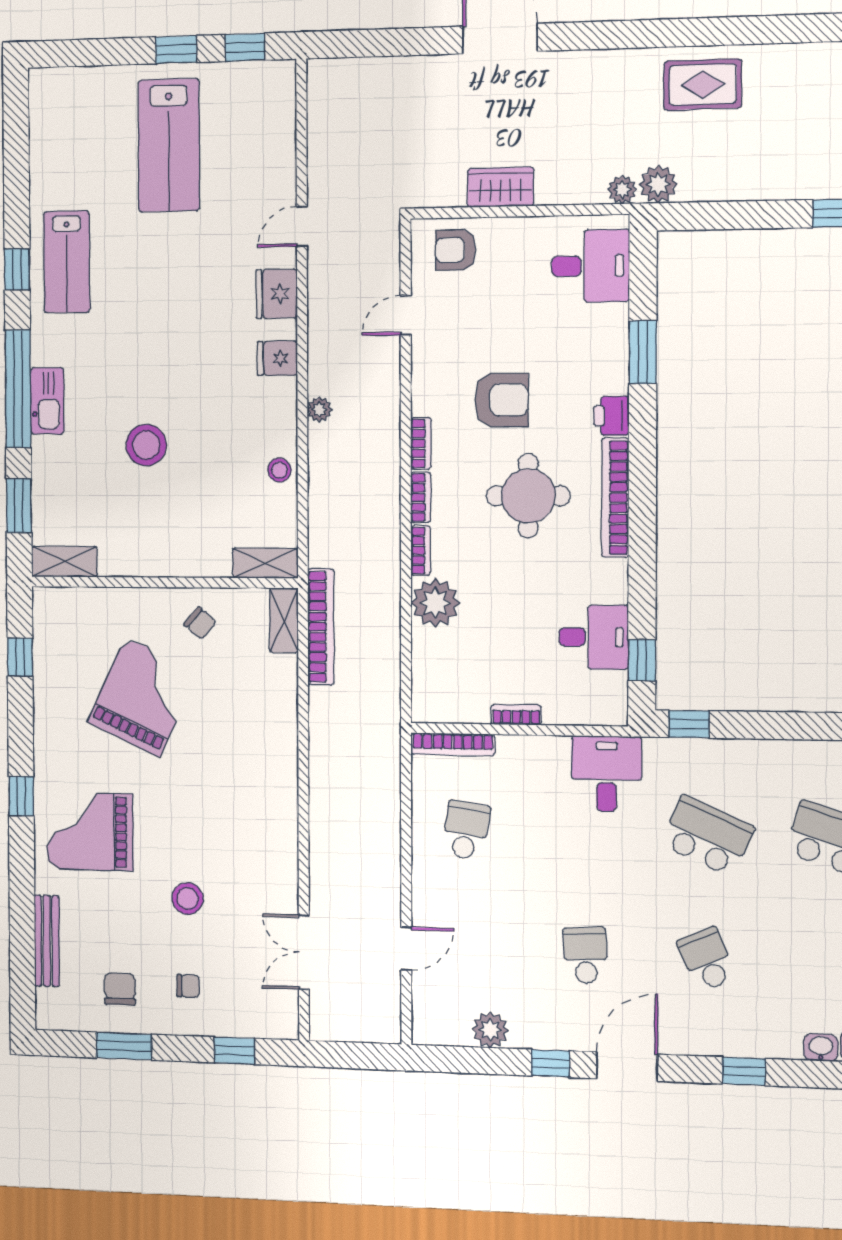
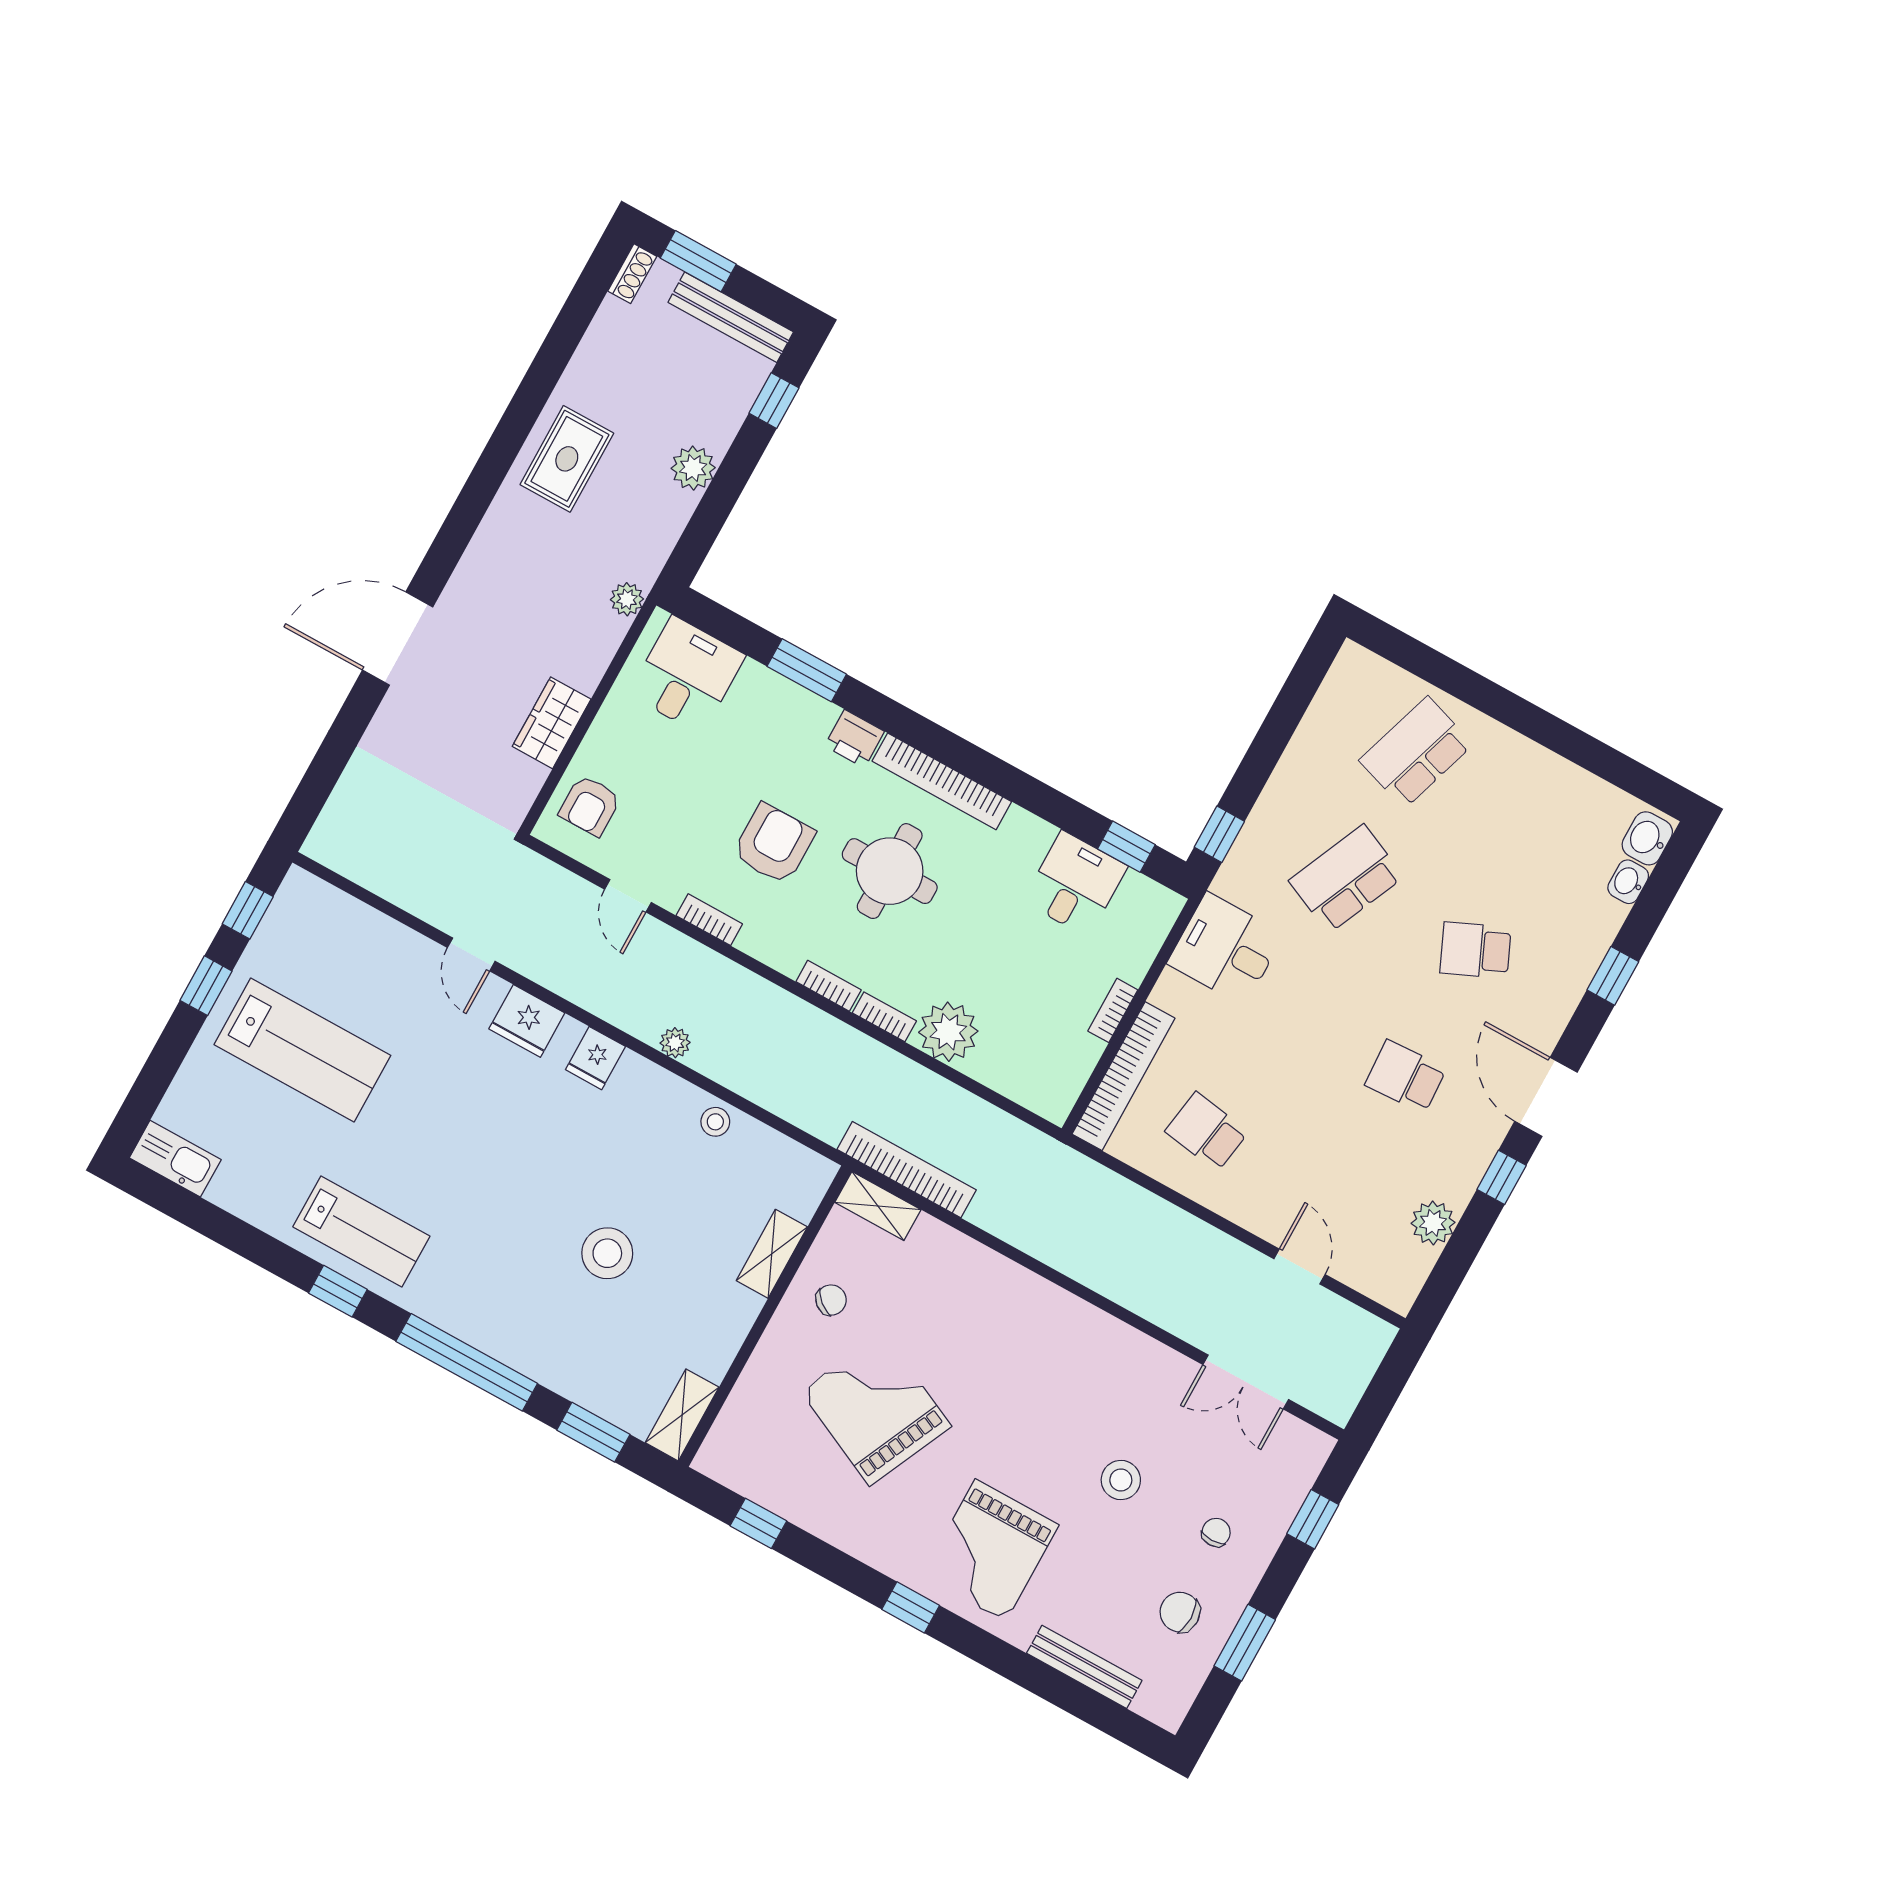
plant: (658, 184) -> (693, 468), moved
kitchen sink: (47, 401) -> (175, 1159), moved
bookcase: (421, 443) -> (709, 920), moved
shelving: (265, 563) -> (772, 1254), moved
bookcase: (453, 744) -> (1124, 1076), width x1.48, depth x1.31

